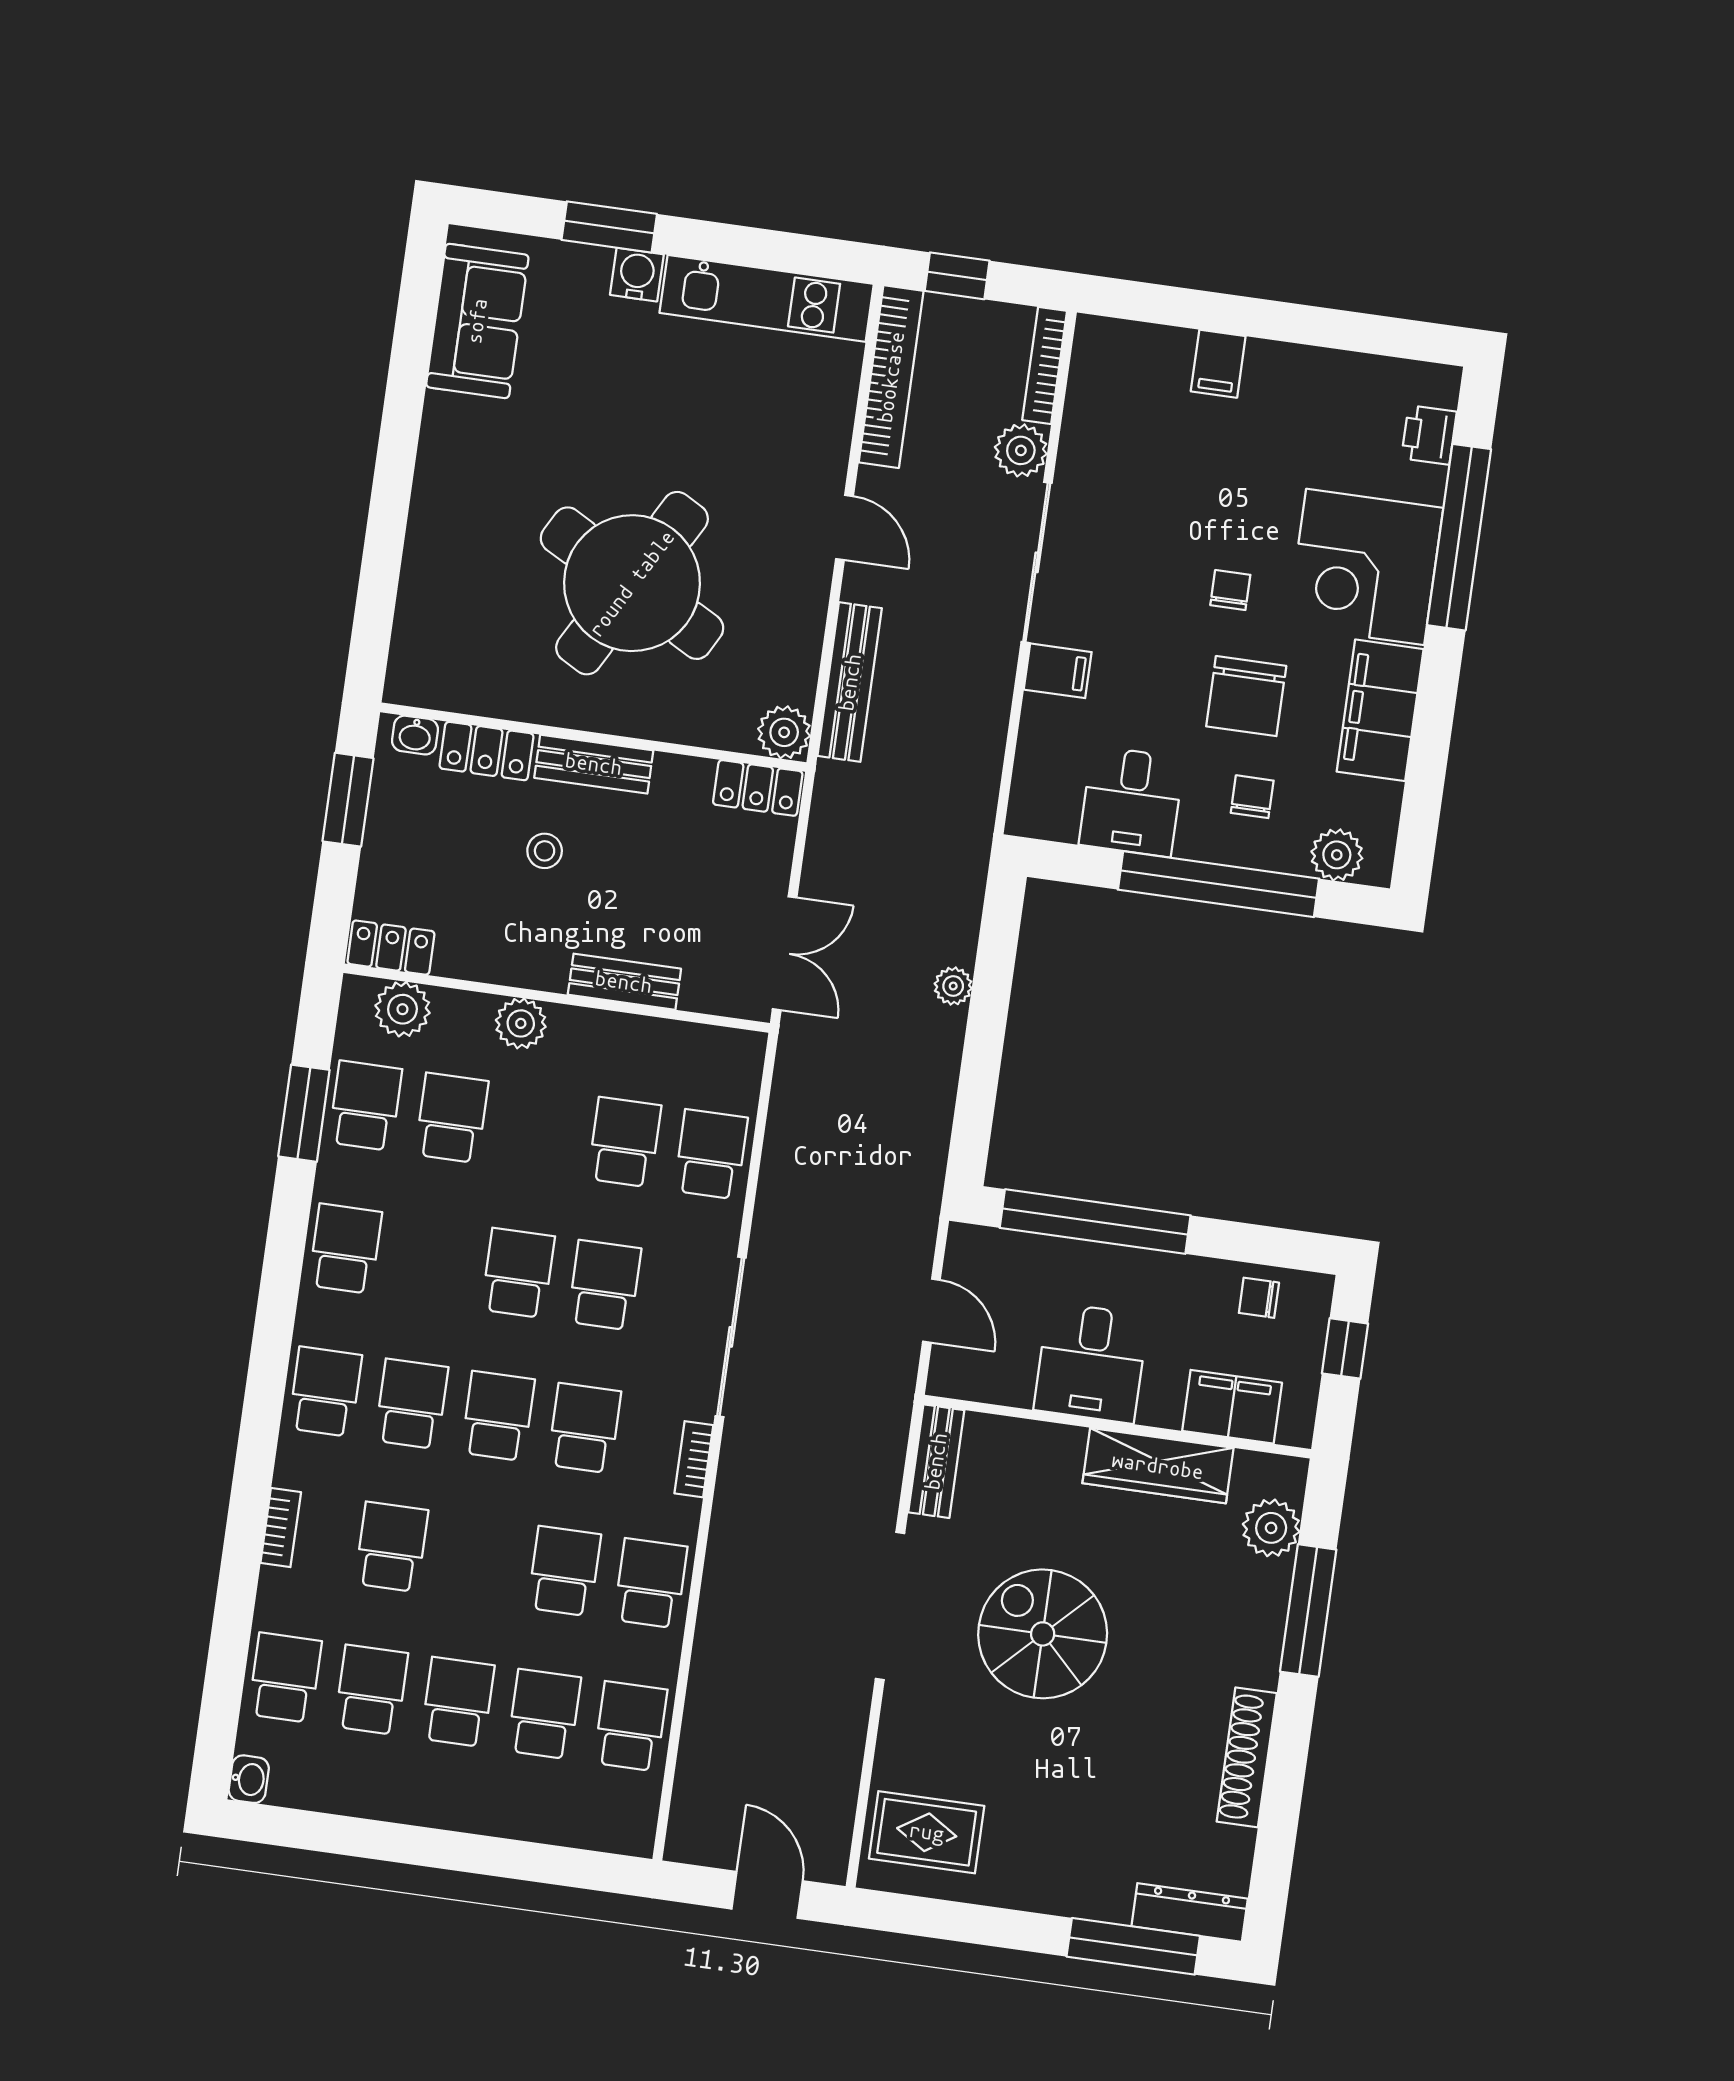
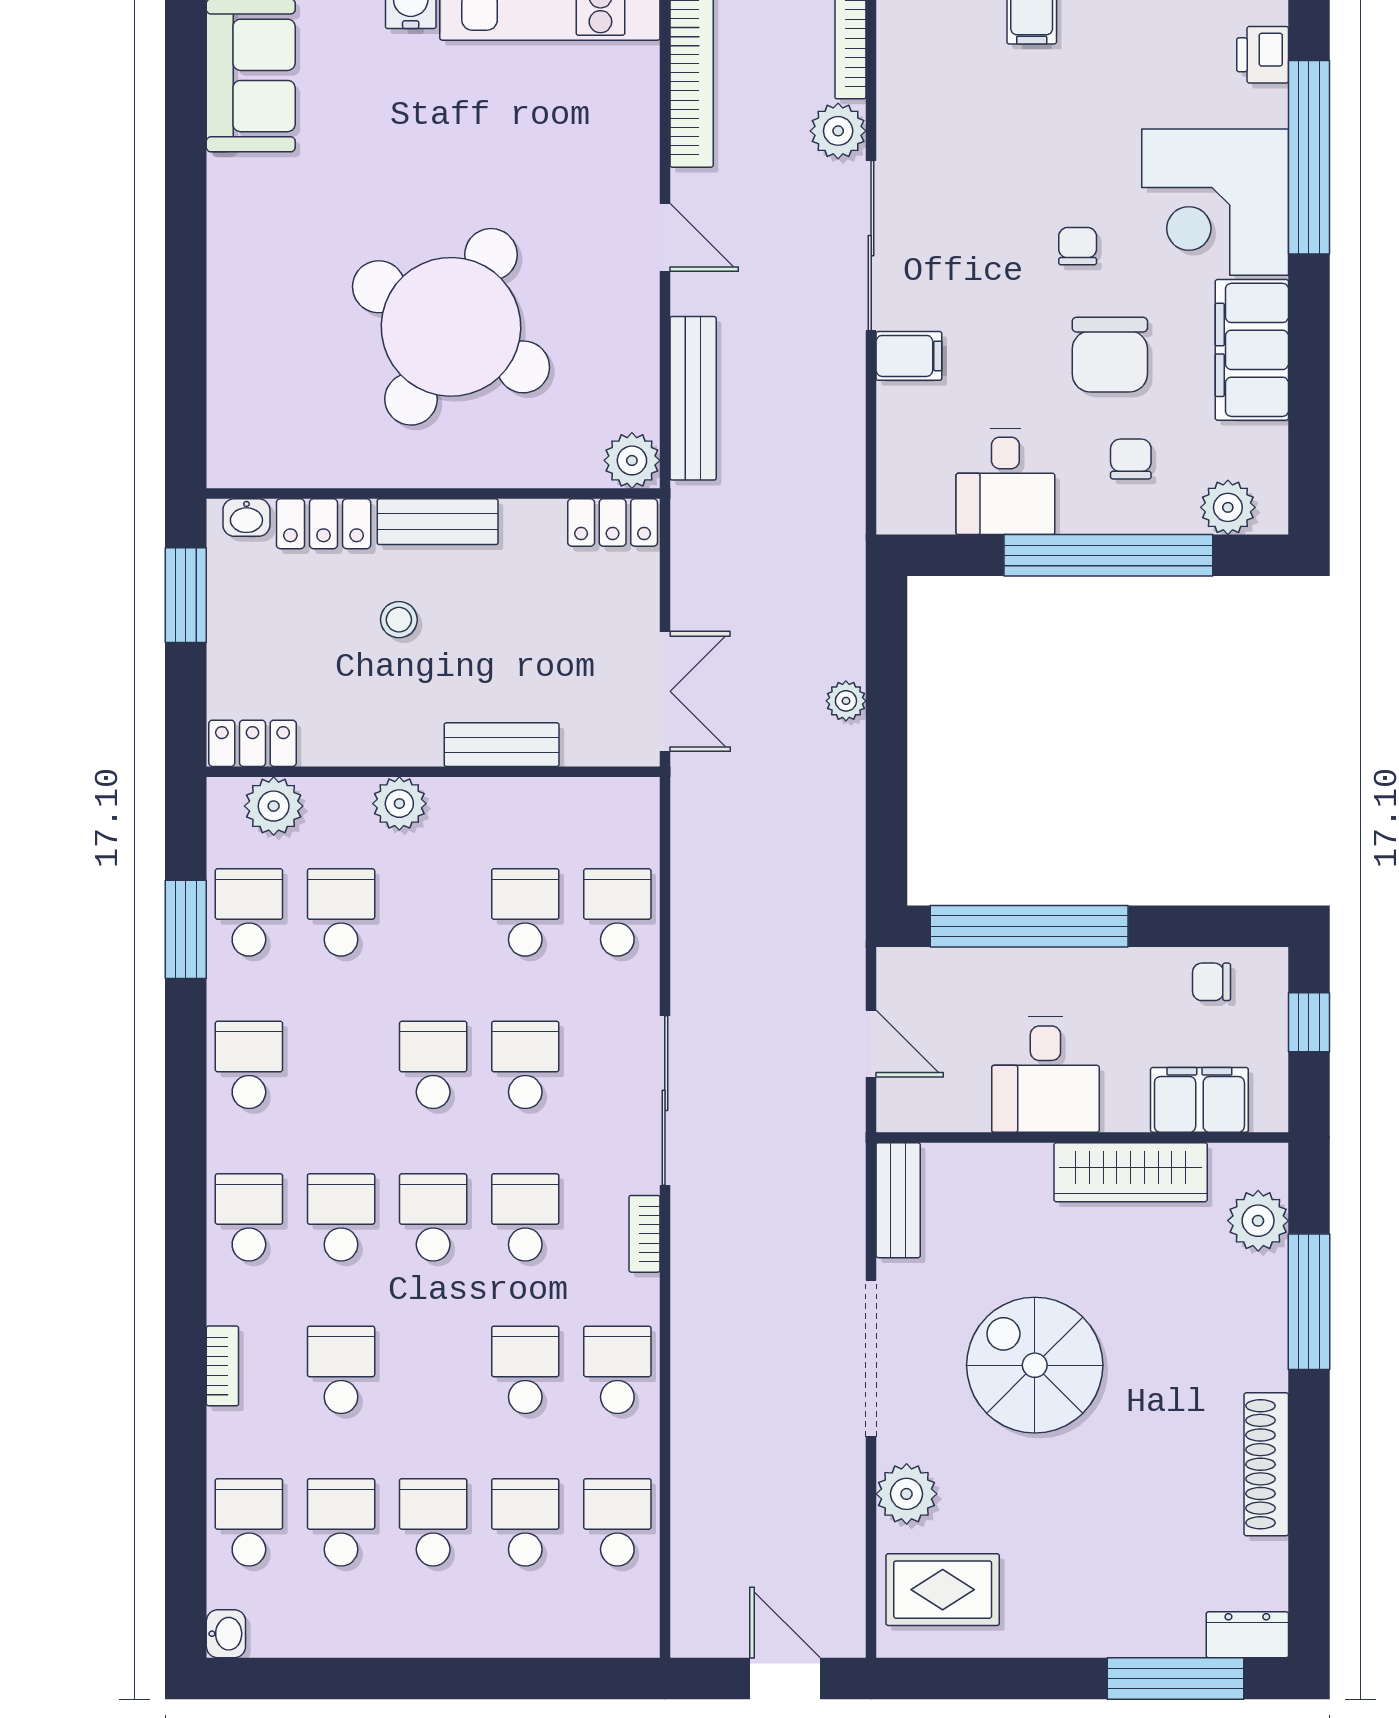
plant: (905, 1738) -> (907, 1494), added
dresser: (1190, 1912) -> (1247, 1635), width x0.70

